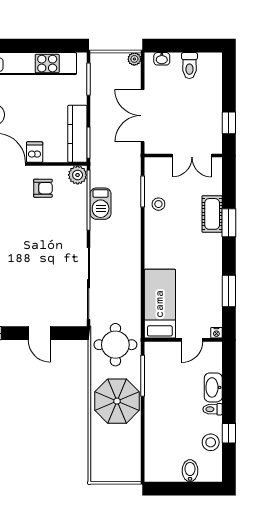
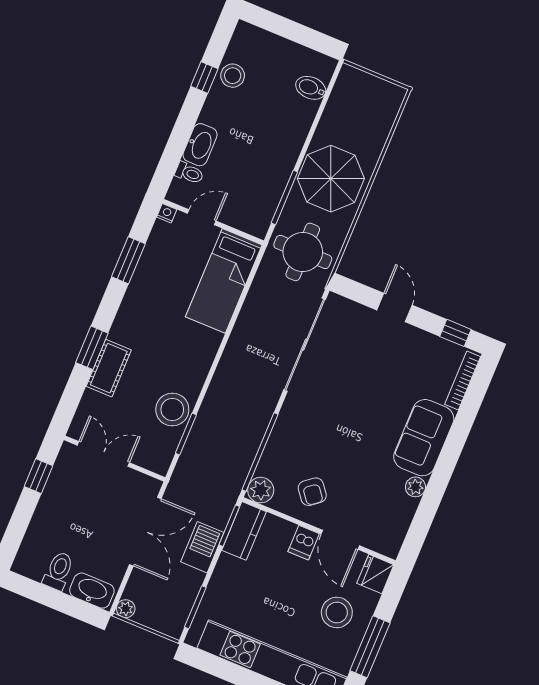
washbasin: (162, 59) -> (92, 591), width x1.91, depth x1.45
kitchen counter: (77, 134) -> (244, 531), width x0.67
armchair: (43, 188) -> (312, 492), turned -128
barbecue: (101, 204) -> (202, 547), moved
stool: (158, 204) -> (172, 409), width x1.89, depth x1.89
toilet: (213, 409) -> (189, 173), moved
bidet: (190, 471) -> (311, 88), moved, turned 90

